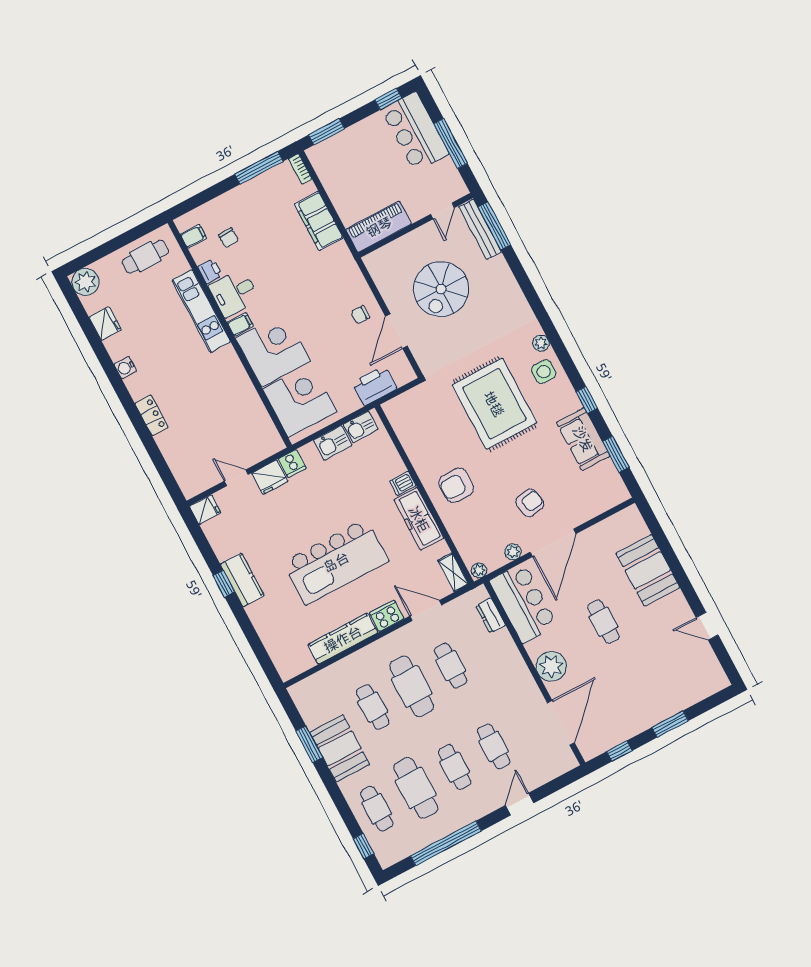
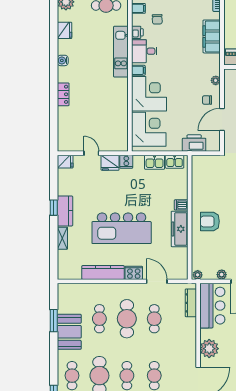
plant: (358, 280) -> (216, 80), added
shelving: (453, 572) -> (62, 238), moved
dresser: (491, 615) -> (191, 303), width x1.44

